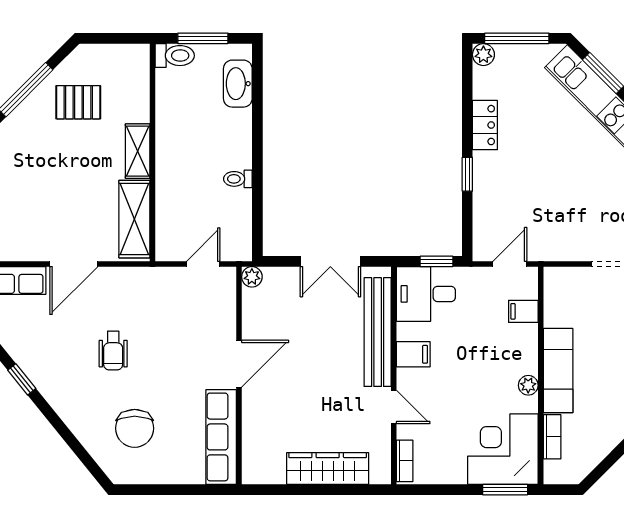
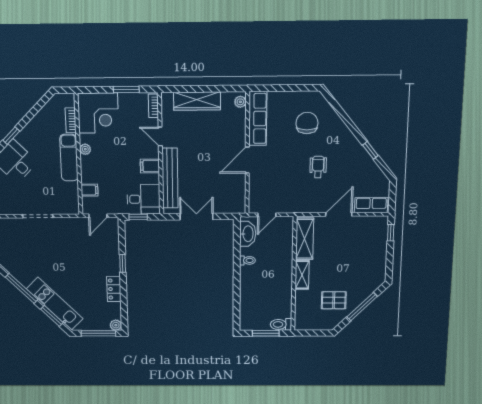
washbasin: (238, 84) -> (248, 234), moved
plant: (252, 277) -> (240, 102), moved
window: (505, 490) -> (126, 90), moved

